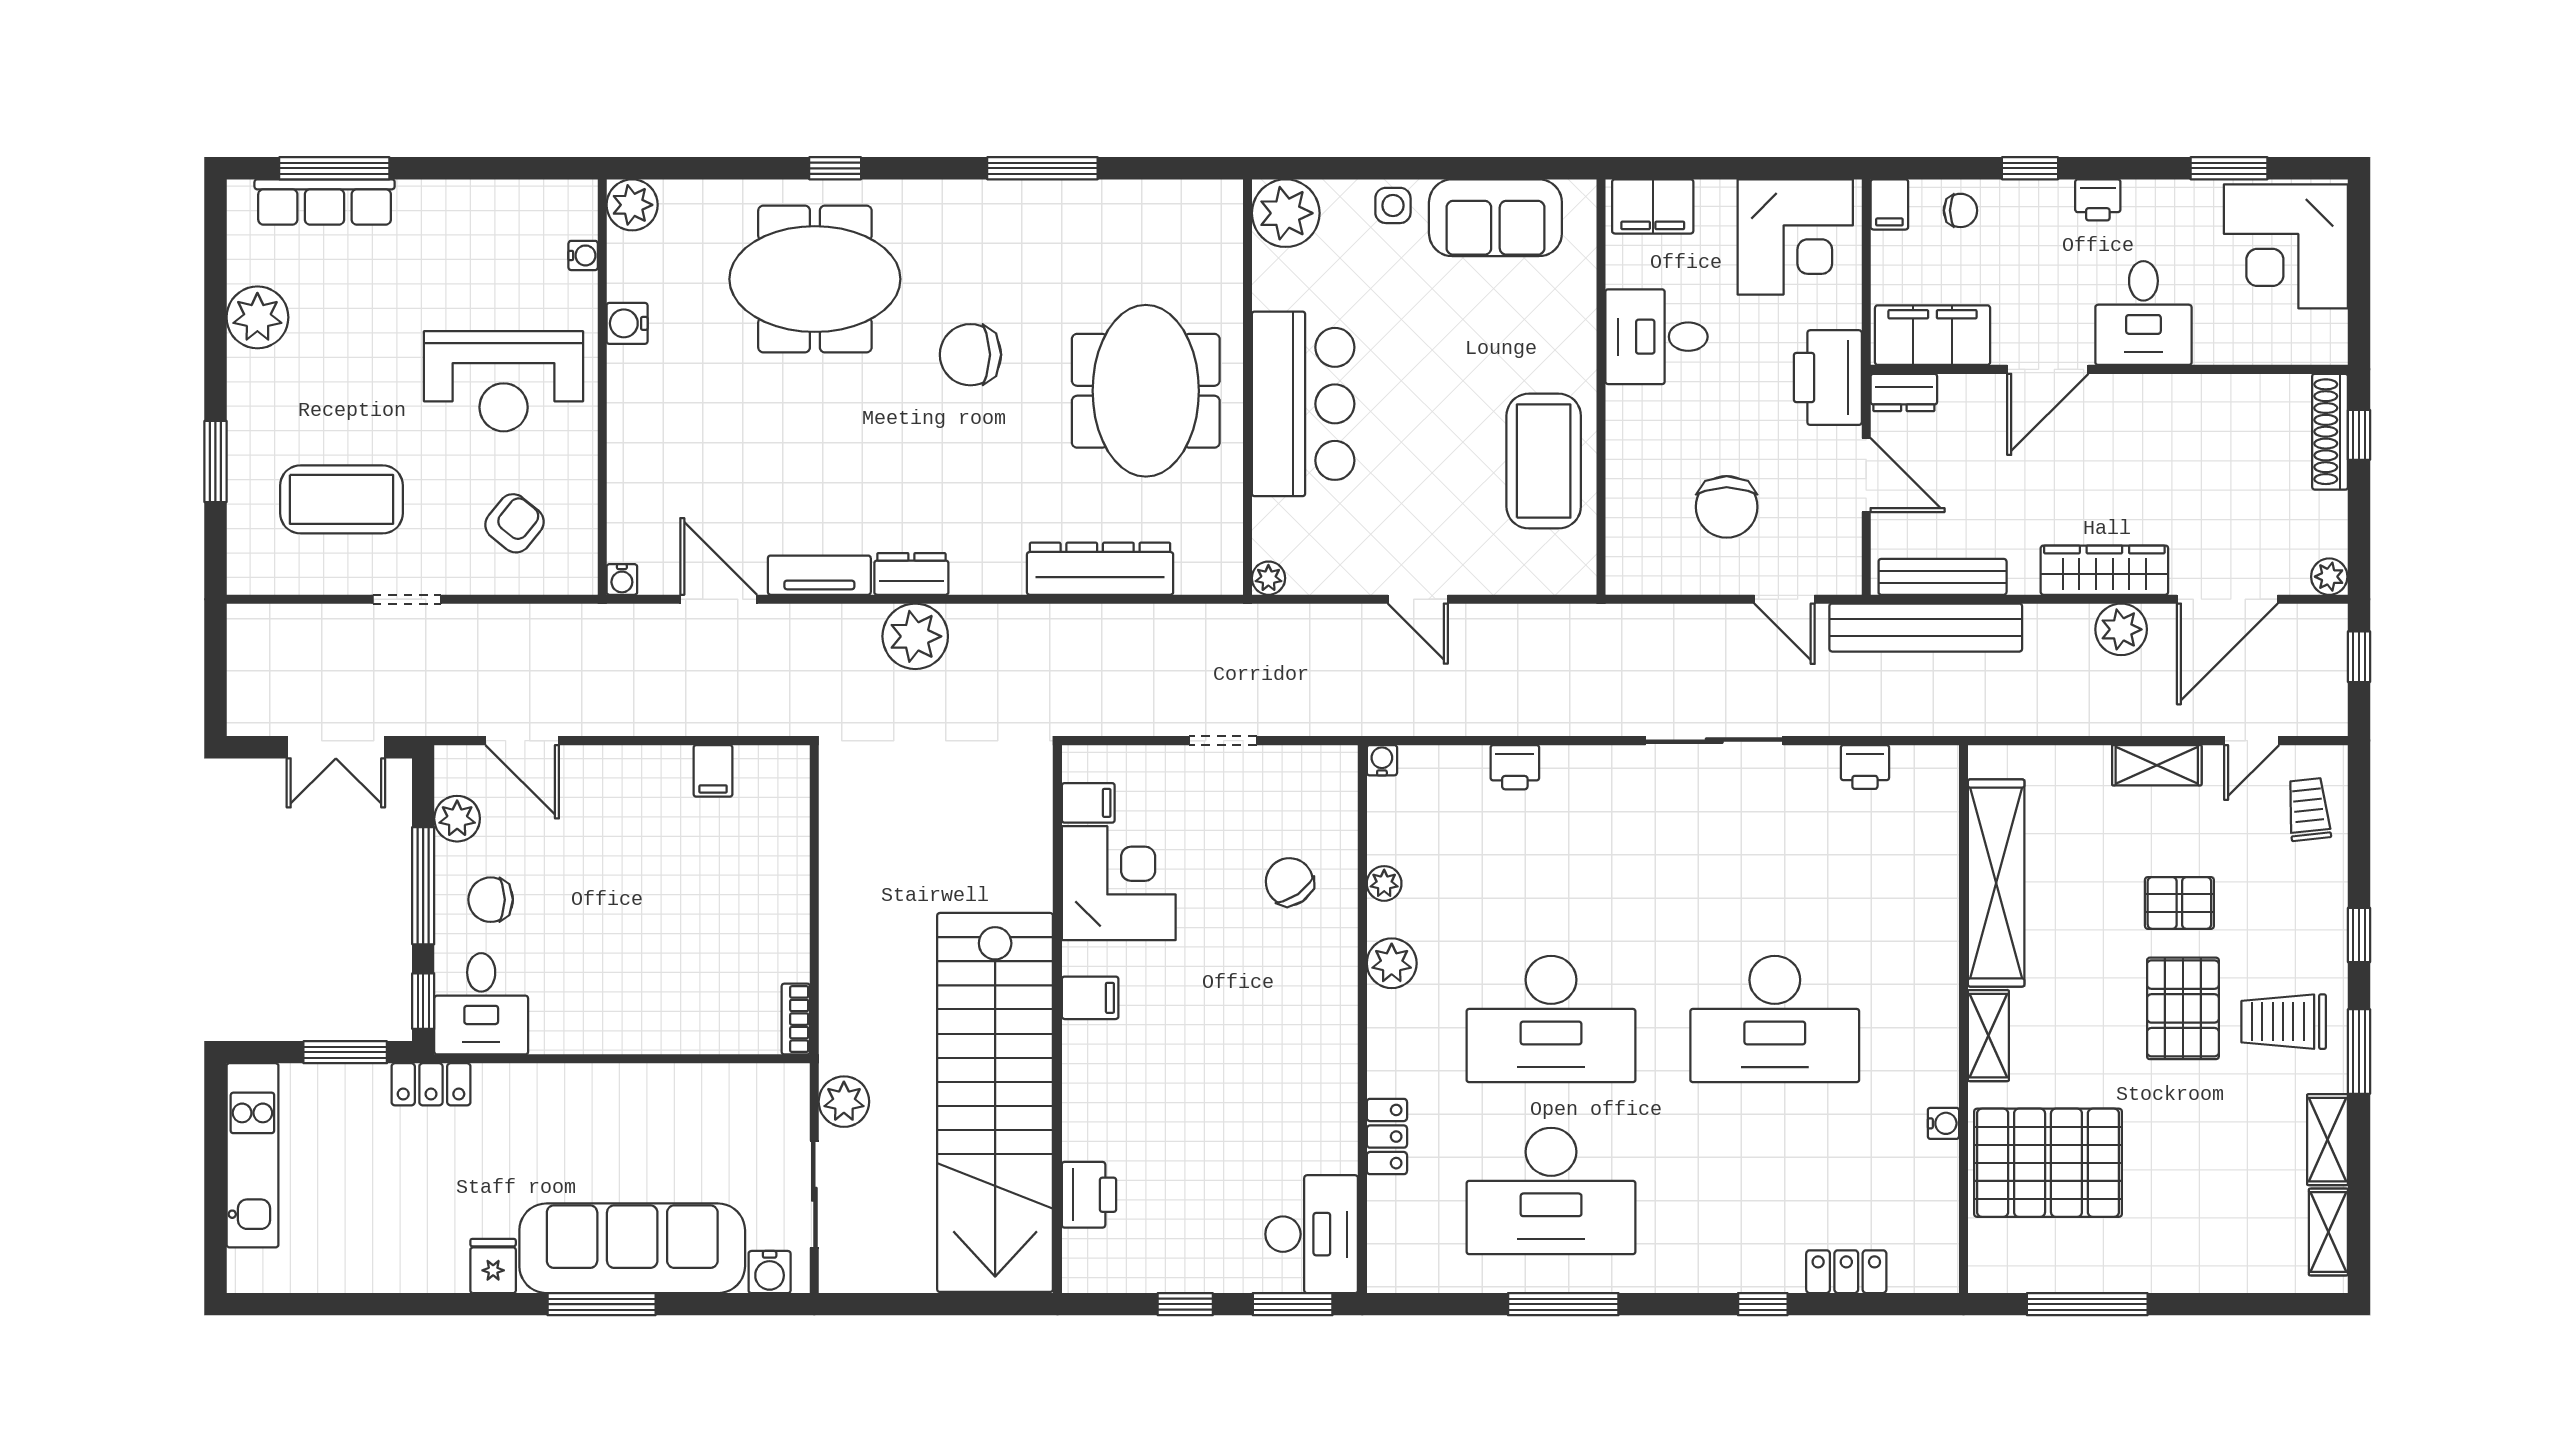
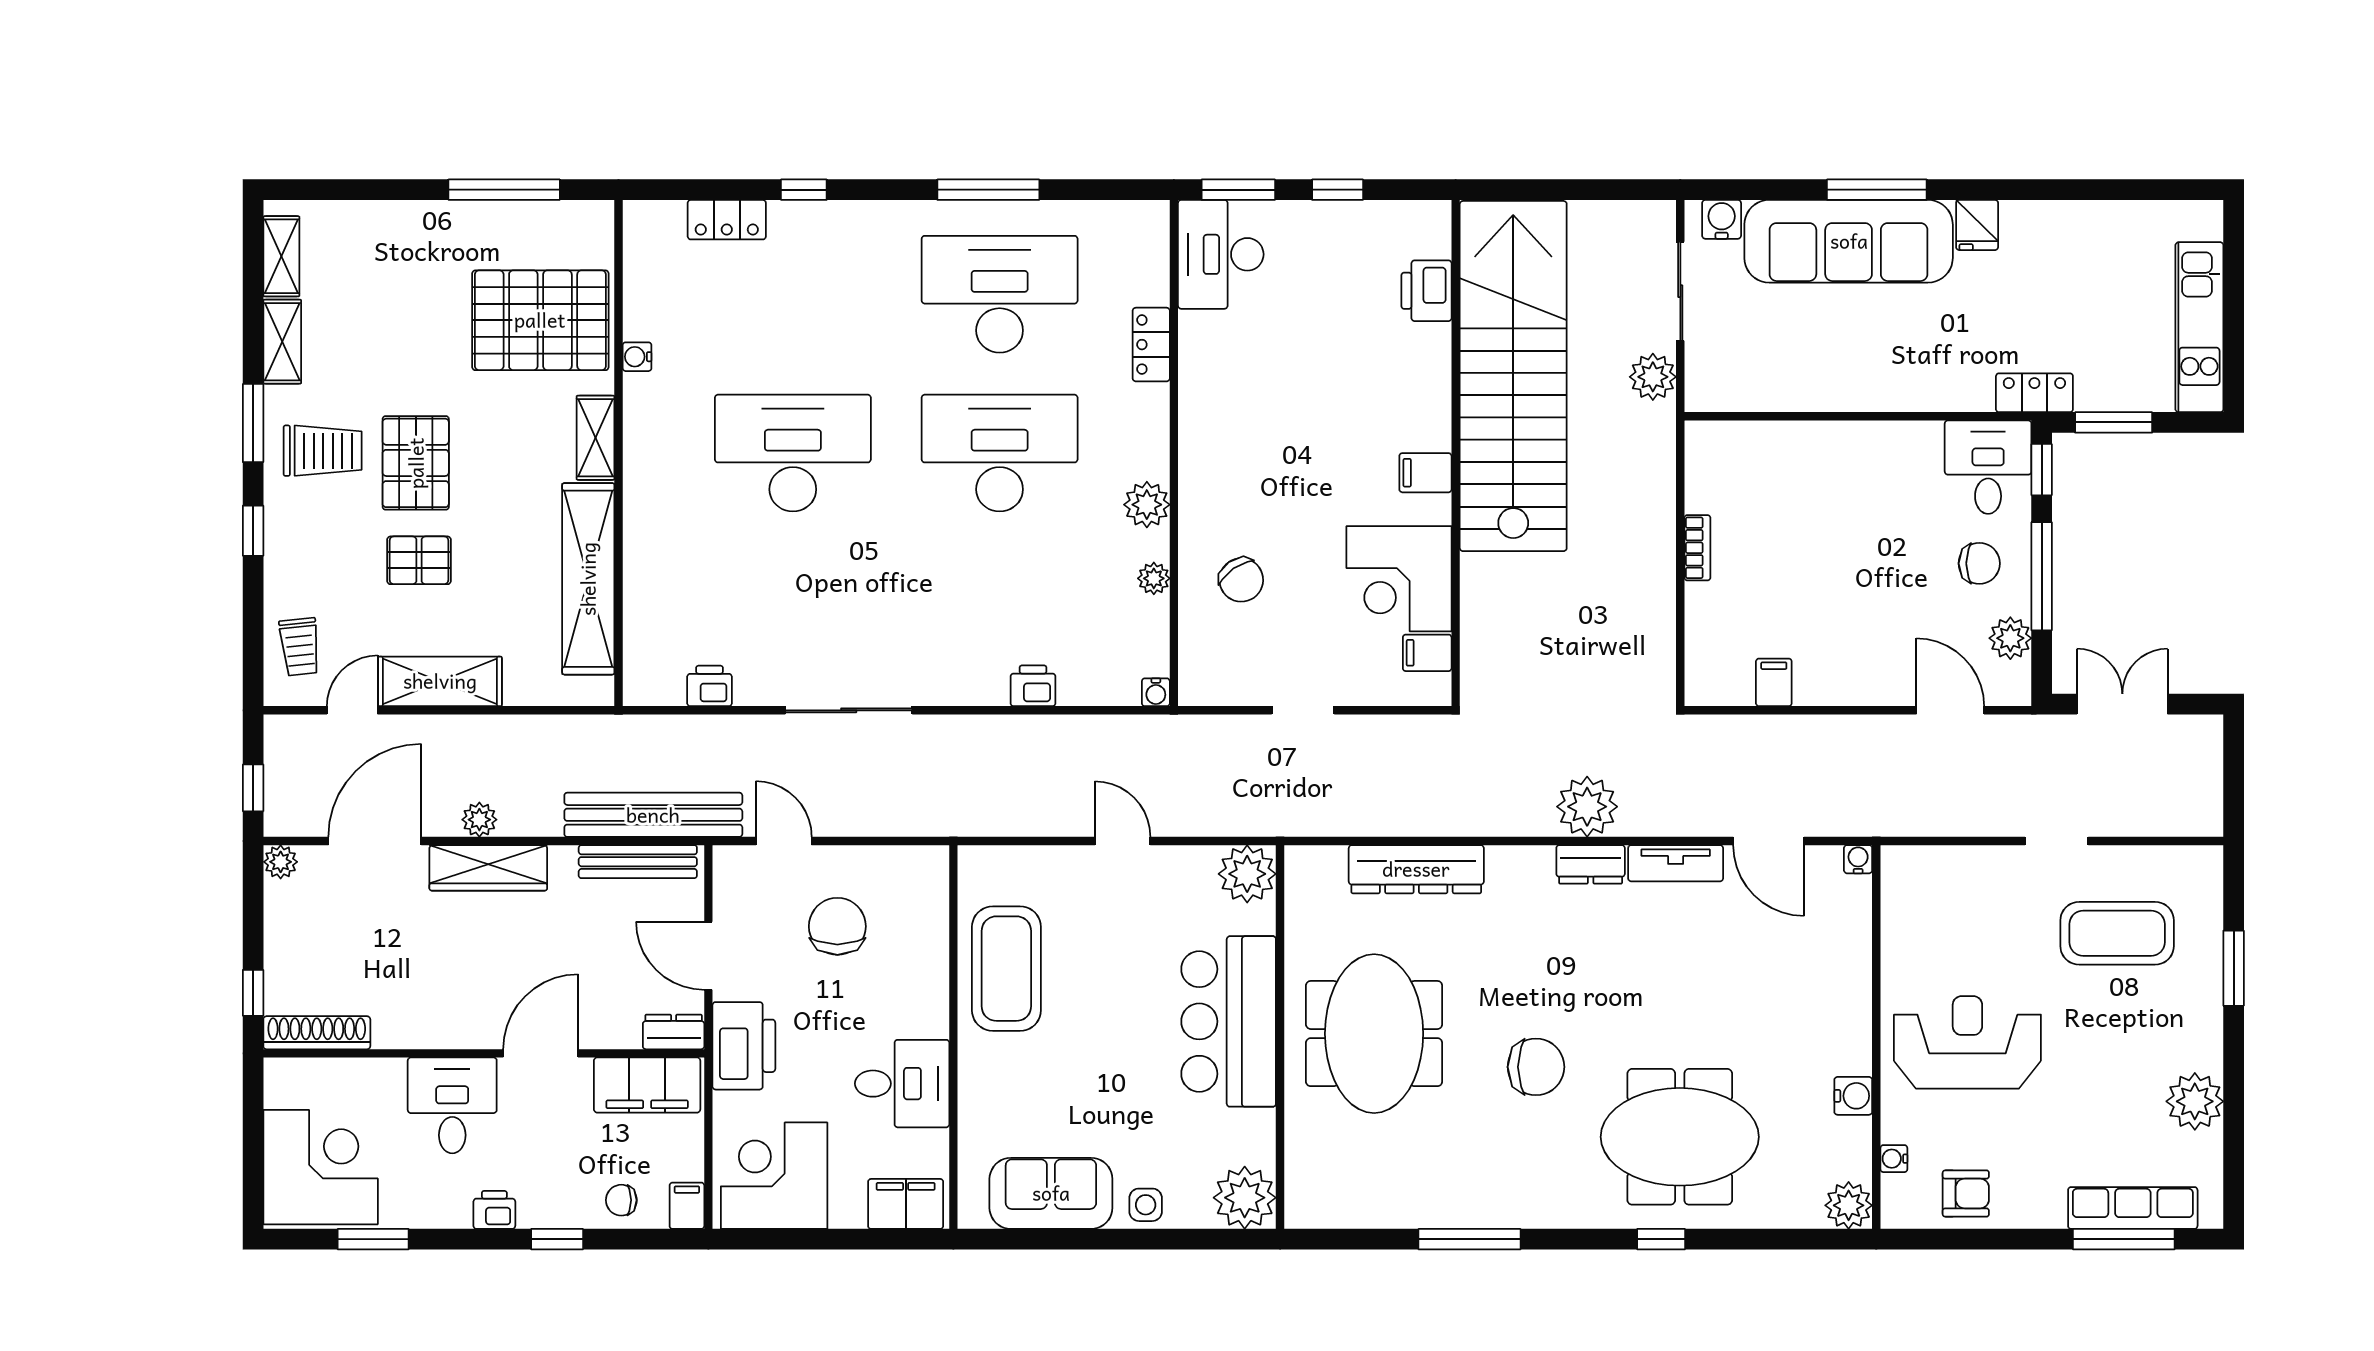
shoe rack: (2330, 432) -> (317, 1033), moved, turned -90
armchair: (514, 523) -> (1966, 1193), moved, turned -129
plant: (1268, 578) -> (1247, 874), width x1.87, depth x1.87
plant: (2121, 629) -> (479, 820), width x0.73, depth x0.73
shelving: (2157, 765) -> (440, 681), width x1.50, depth x1.33
bookcase: (796, 1019) -> (1697, 548), moved

